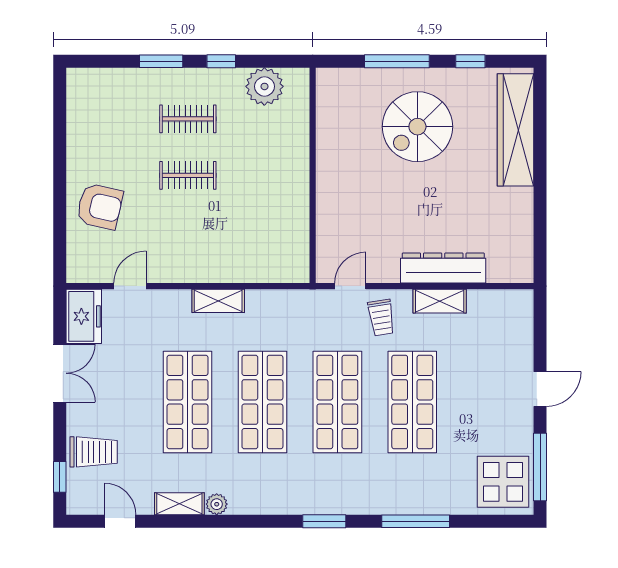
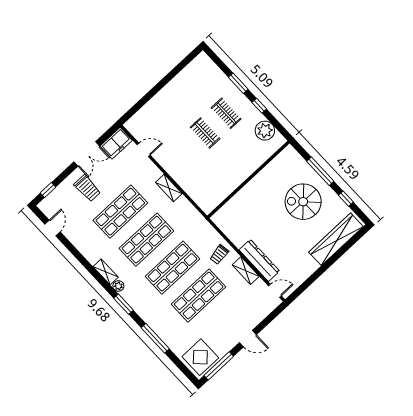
armchair: (100, 206) -> (163, 111), removed
door: (350, 286) -> (275, 291), moved
trolley: (94, 452) -> (87, 188), moved
shelving: (179, 504) -> (106, 272), moved
plant: (217, 504) -> (118, 286), moved

